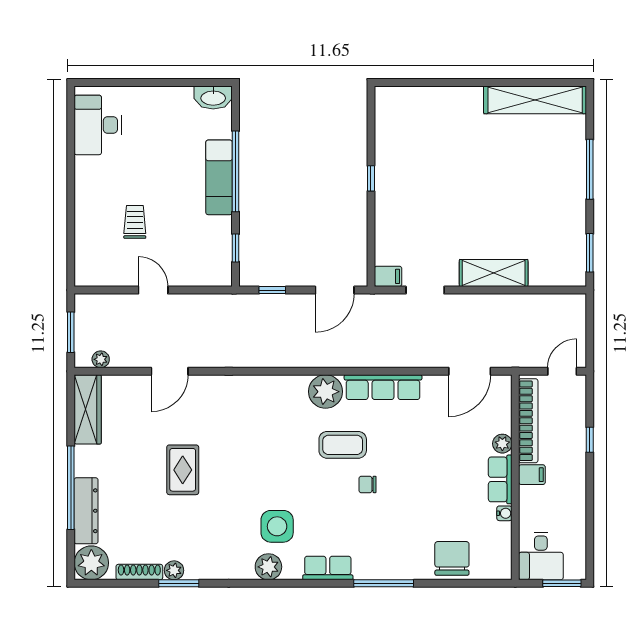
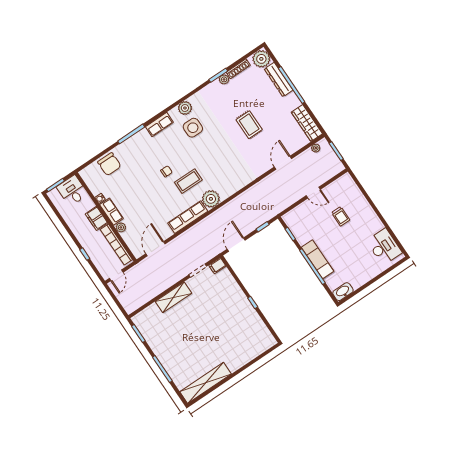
filing cabinet: (532, 475) -> (96, 218), width x2.00

